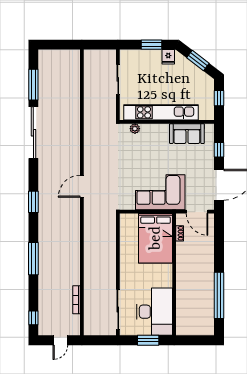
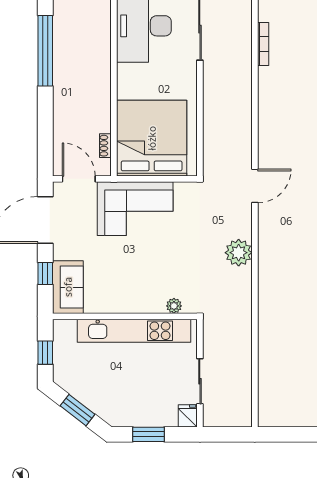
fridge: (168, 57) -> (188, 416), moved
sofa: (187, 134) -> (68, 287), moved, turned 90
plant: (93, 163) -> (239, 253), added
door: (82, 186) -> (255, 186), moved
bed: (156, 238) -> (152, 138), width x1.36

